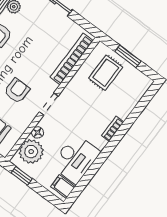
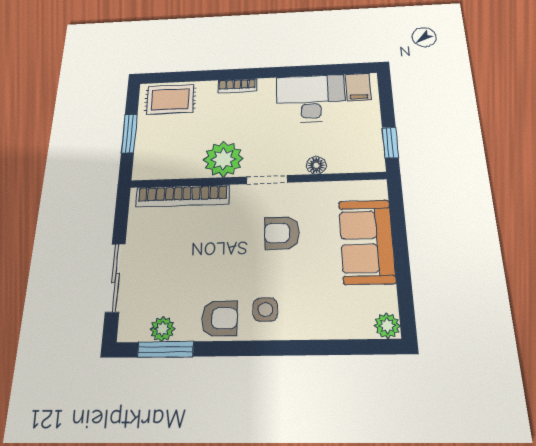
rug: (106, 73) -> (170, 99), moved
plant: (31, 152) -> (223, 159), moved

